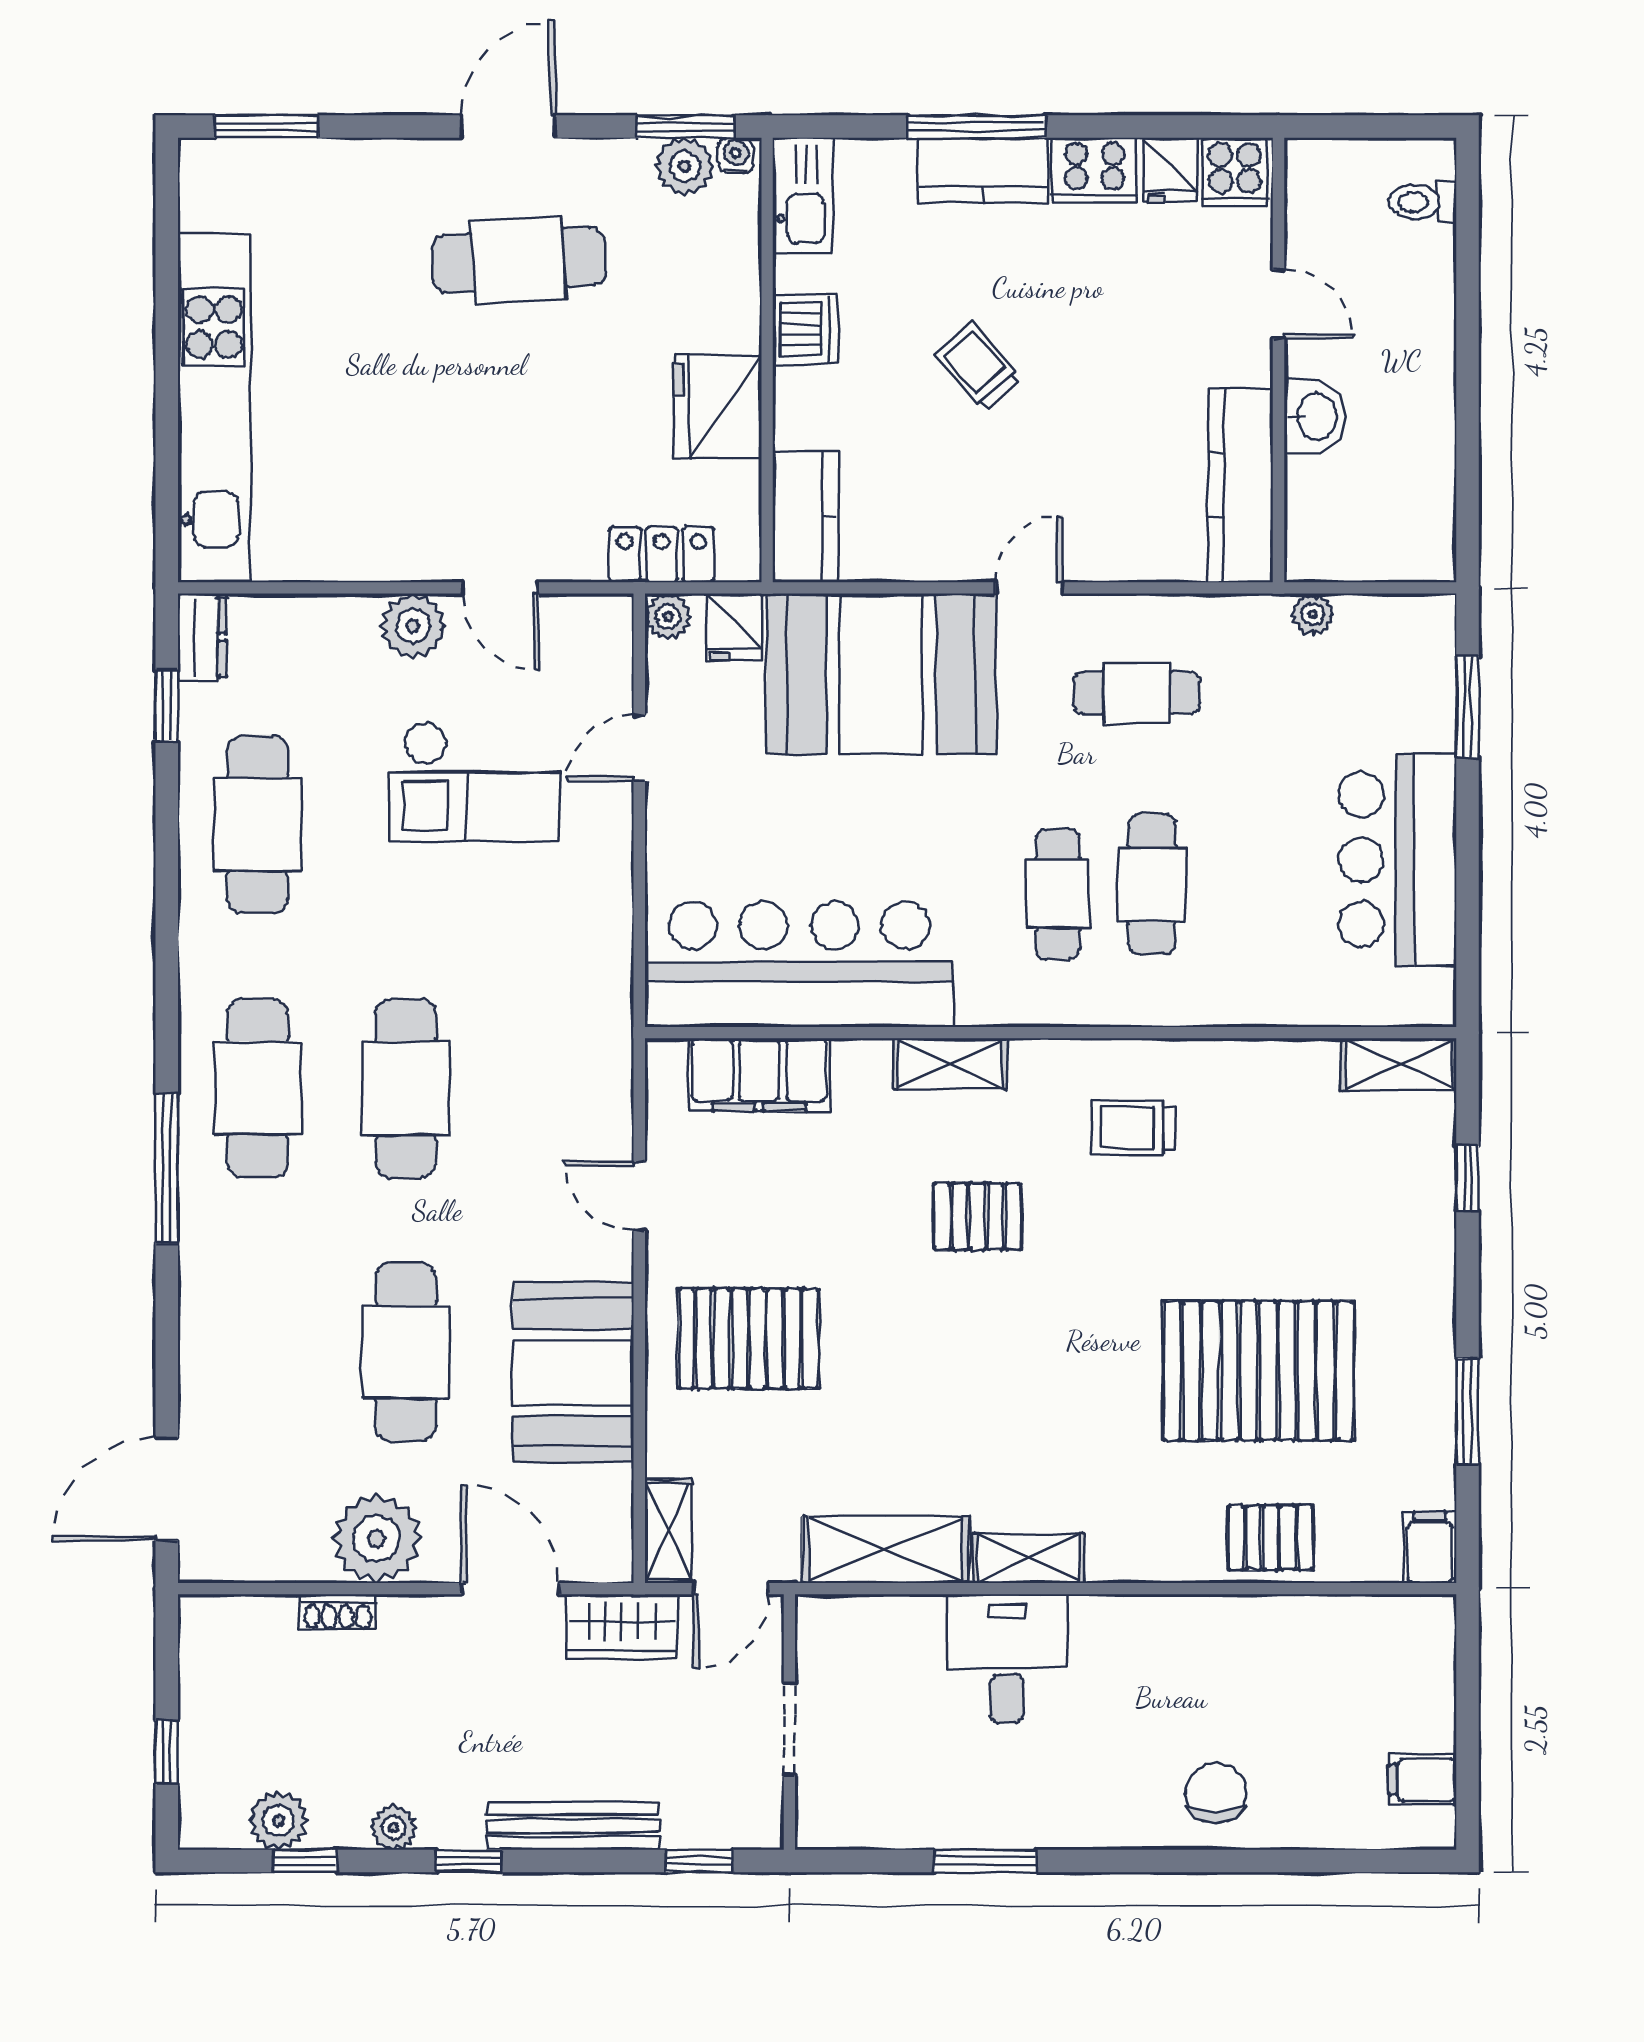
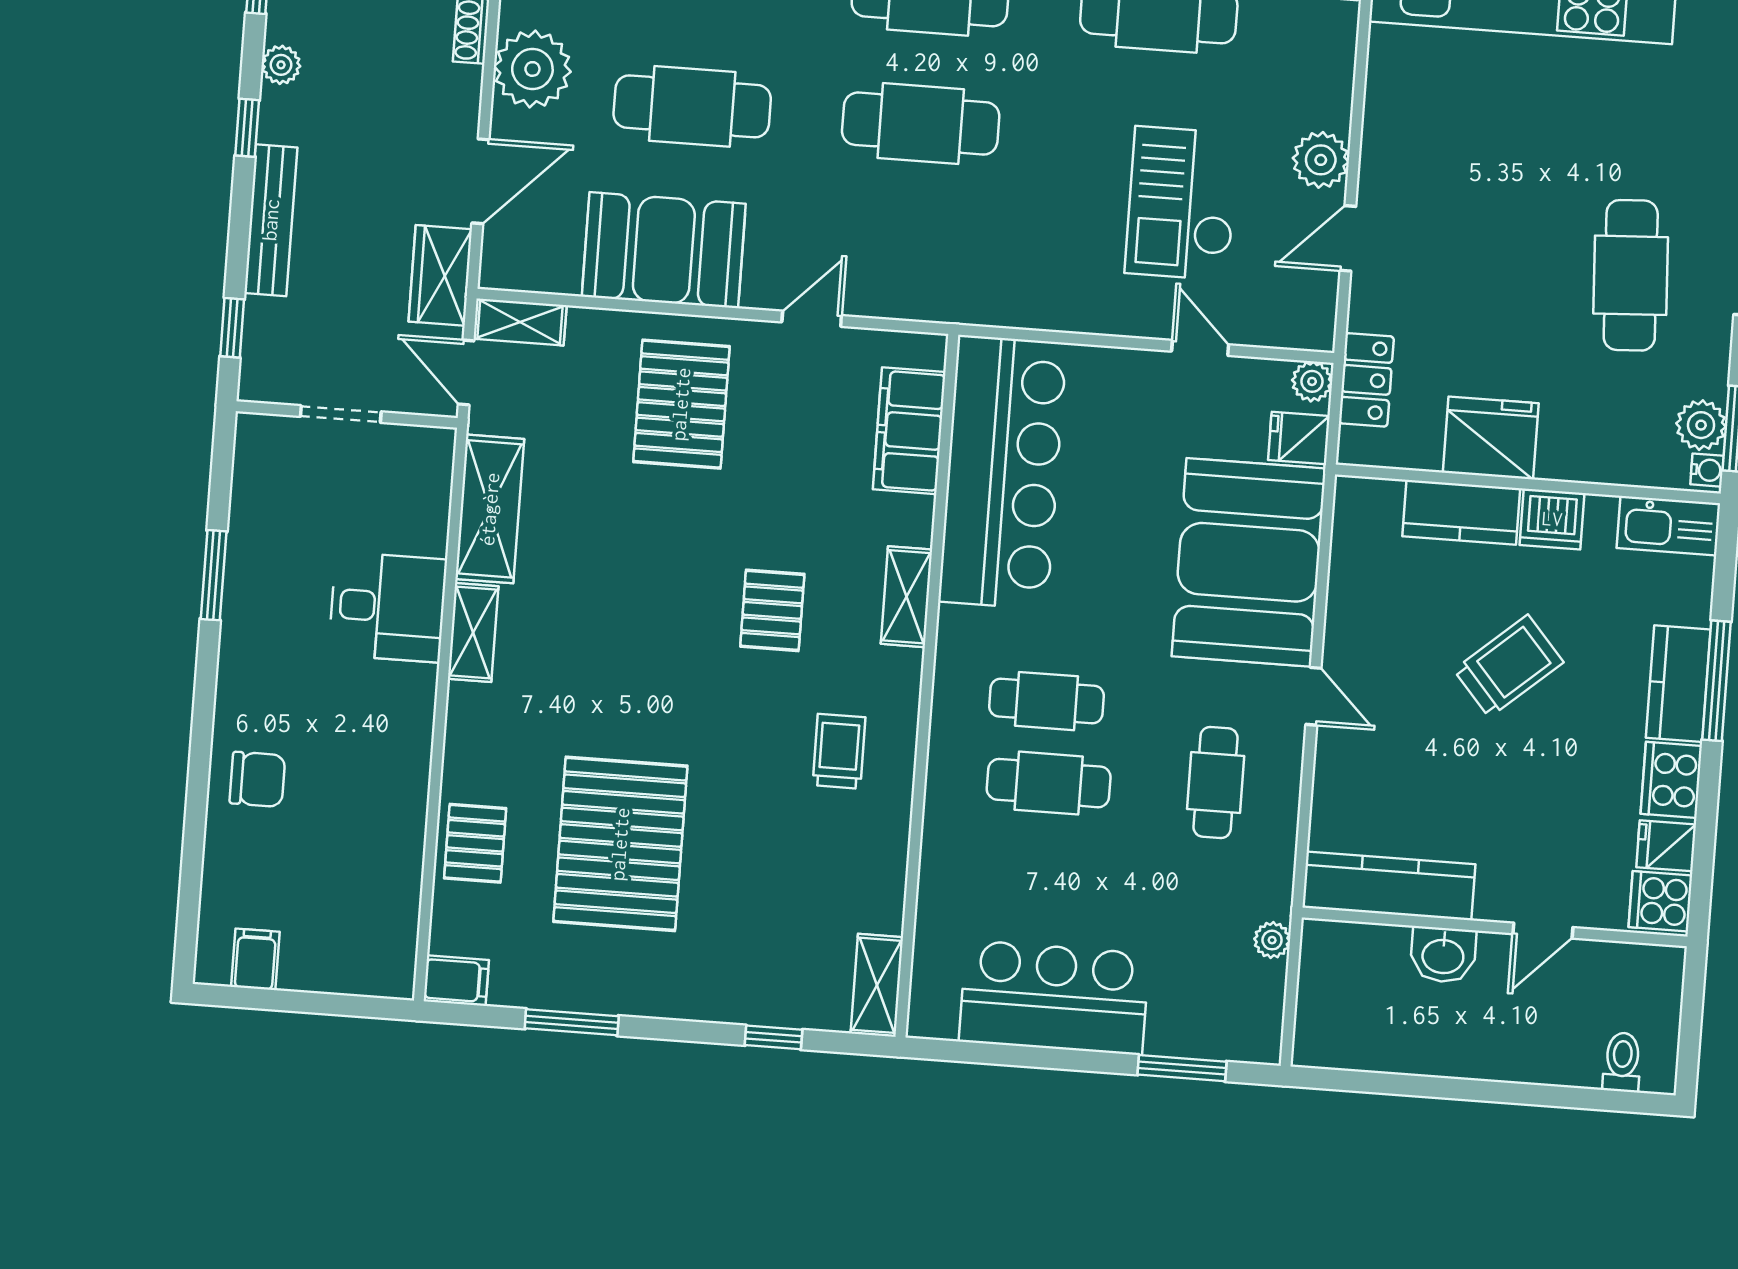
trolley: (978, 367) -> (1509, 666), width x1.36, depth x1.39
kitchen counter: (805, 517) -> (1461, 512), moved

